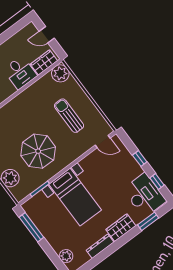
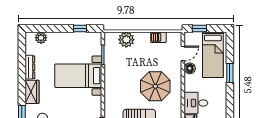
parasol: (38, 151) -> (155, 86), moved
window: (31, 227) -> (80, 29), width x0.46

